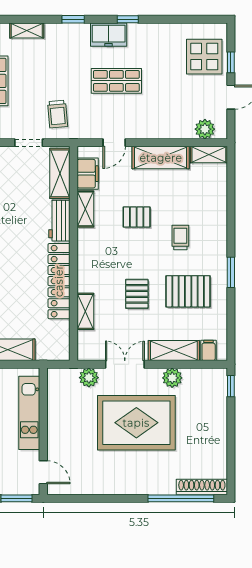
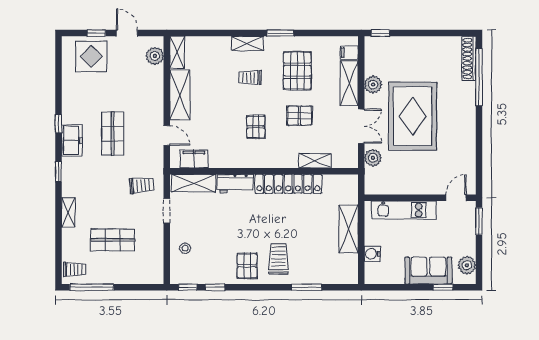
shelving: (85, 209) -> (247, 43), moved
pallet: (137, 217) -> (256, 127), moved
double door: (125, 364) -> (361, 126), swing flipped

